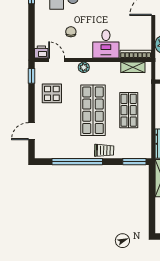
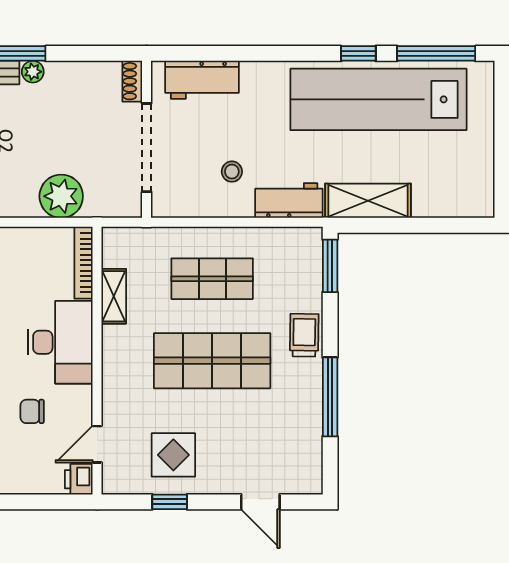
desk: (106, 44) -> (60, 342), width x1.37
plant: (84, 67) -> (114, 382), removed
shelving: (133, 67) -> (114, 296), moved
window: (31, 76) -> (170, 502), moved
window: (77, 162) -> (330, 397), width x0.68

